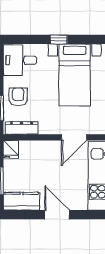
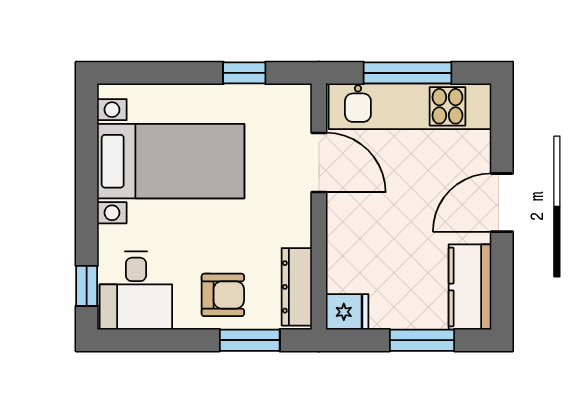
window: (59, 39) -> (87, 286), moved
armchair: (18, 97) -> (223, 295), turned 180

